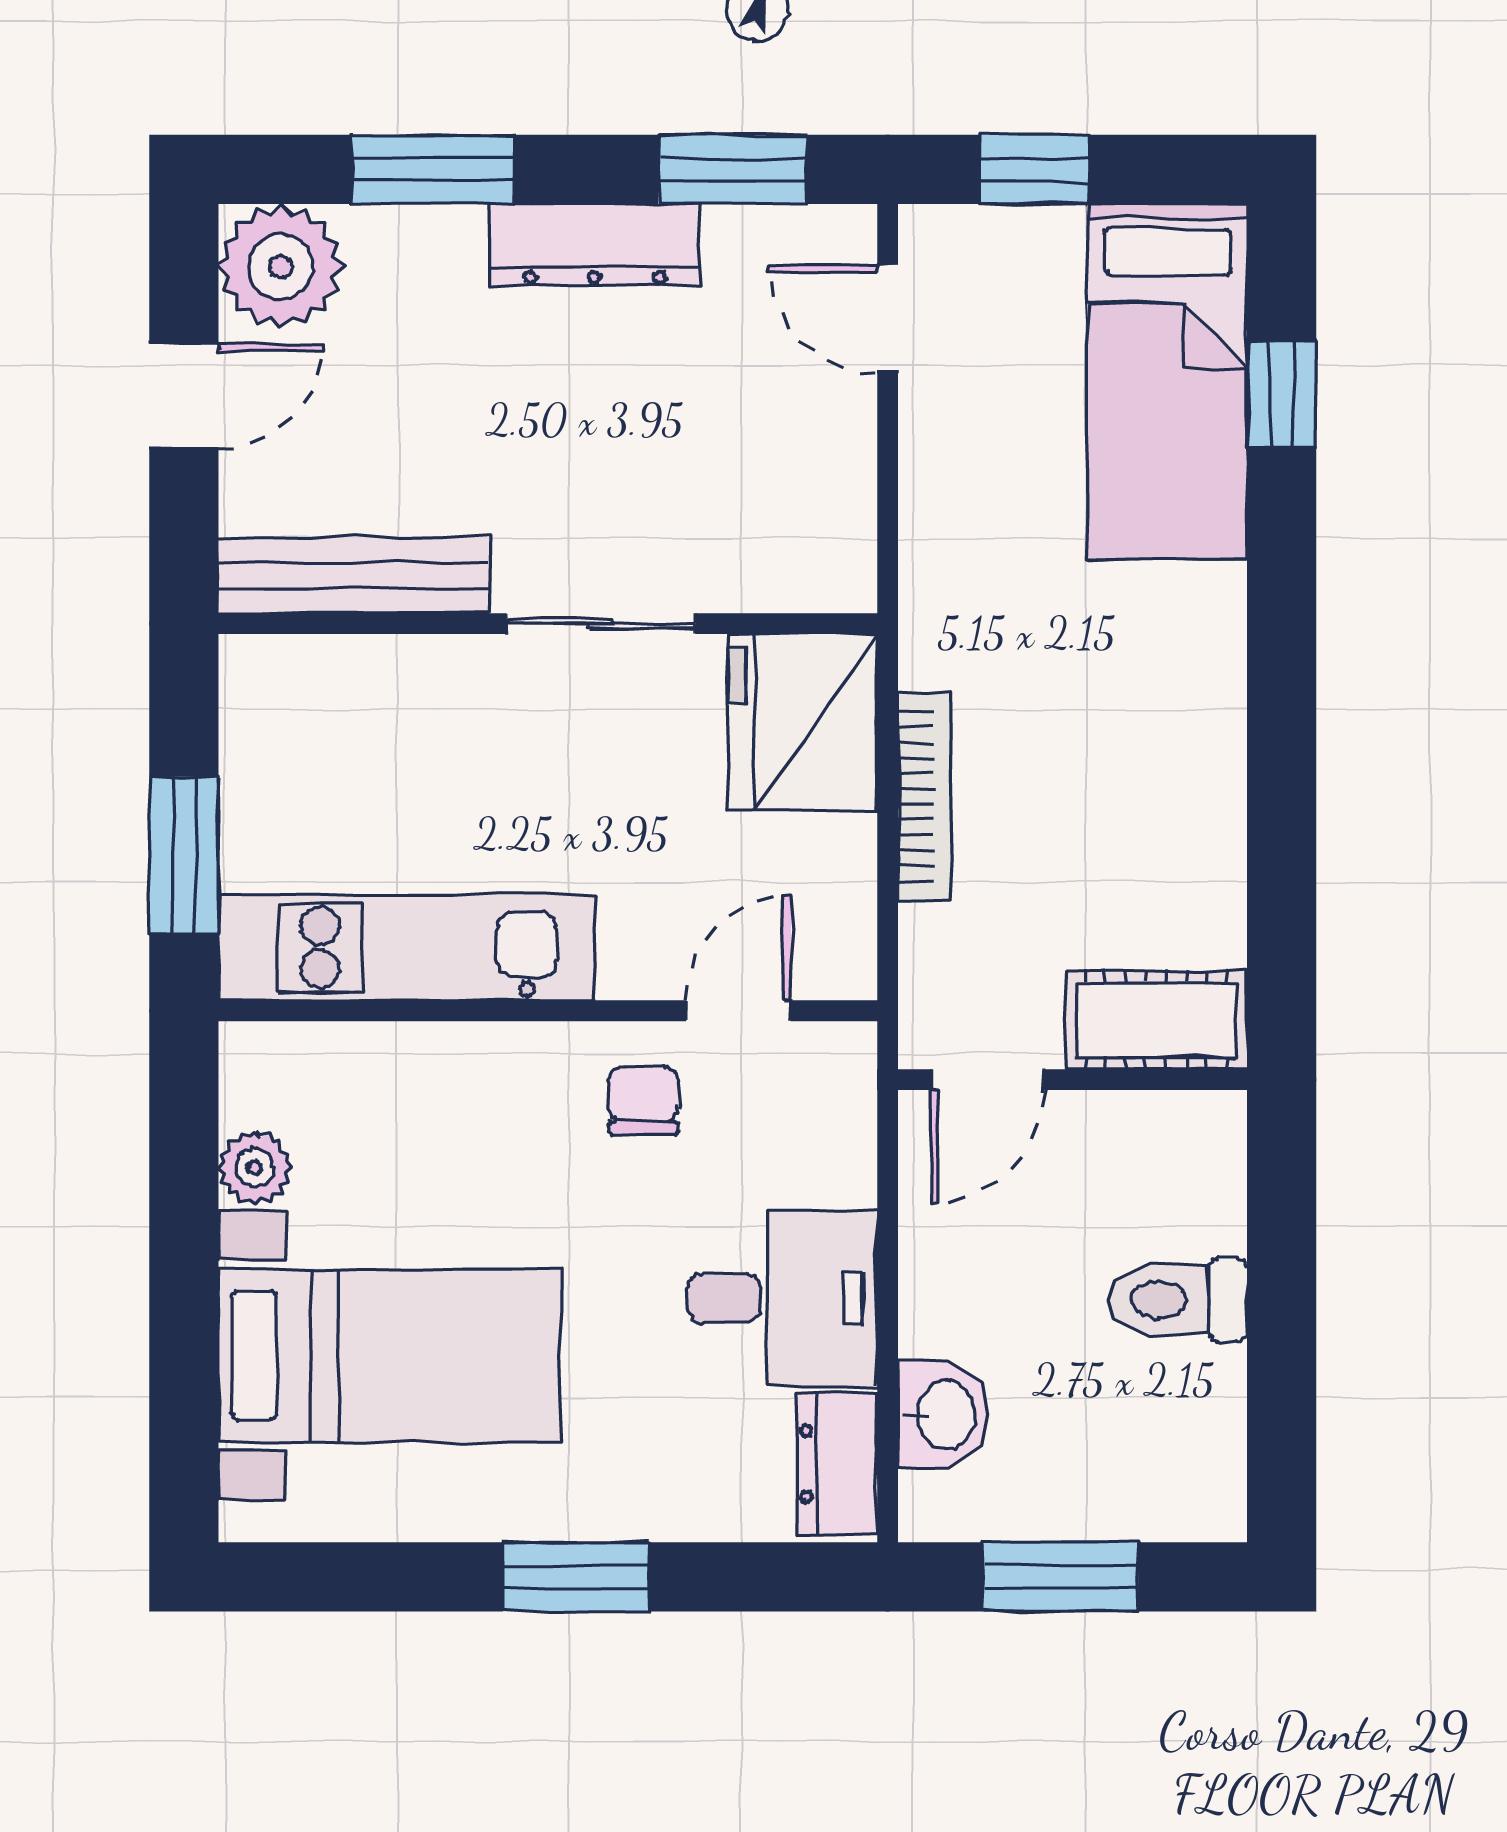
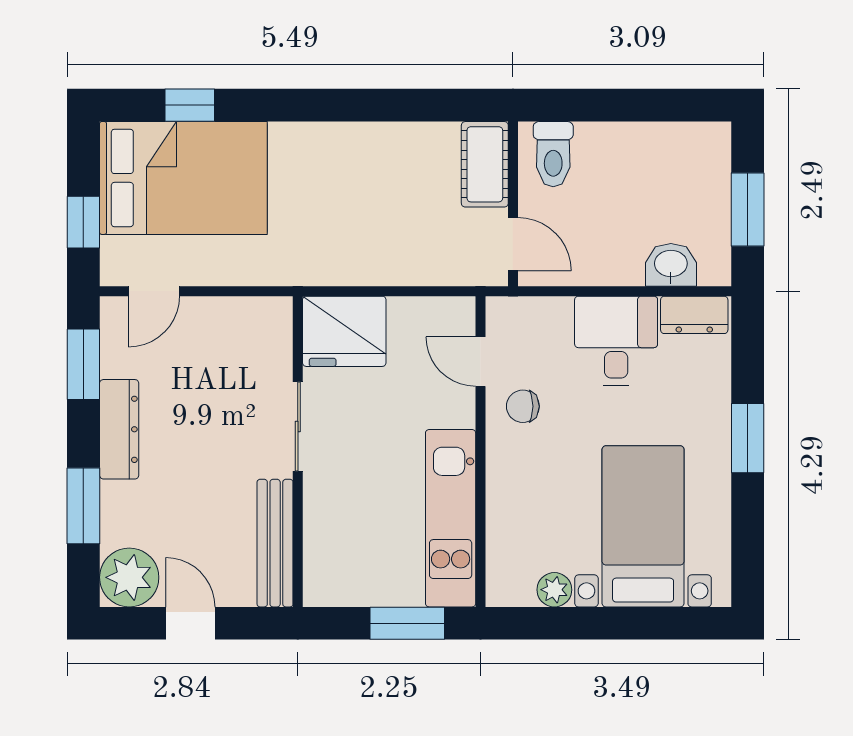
bed: (1167, 381) -> (183, 178), width x1.50
bookcase: (925, 796) -> (379, 274), removed
toilet: (1178, 1300) -> (553, 154), moved

